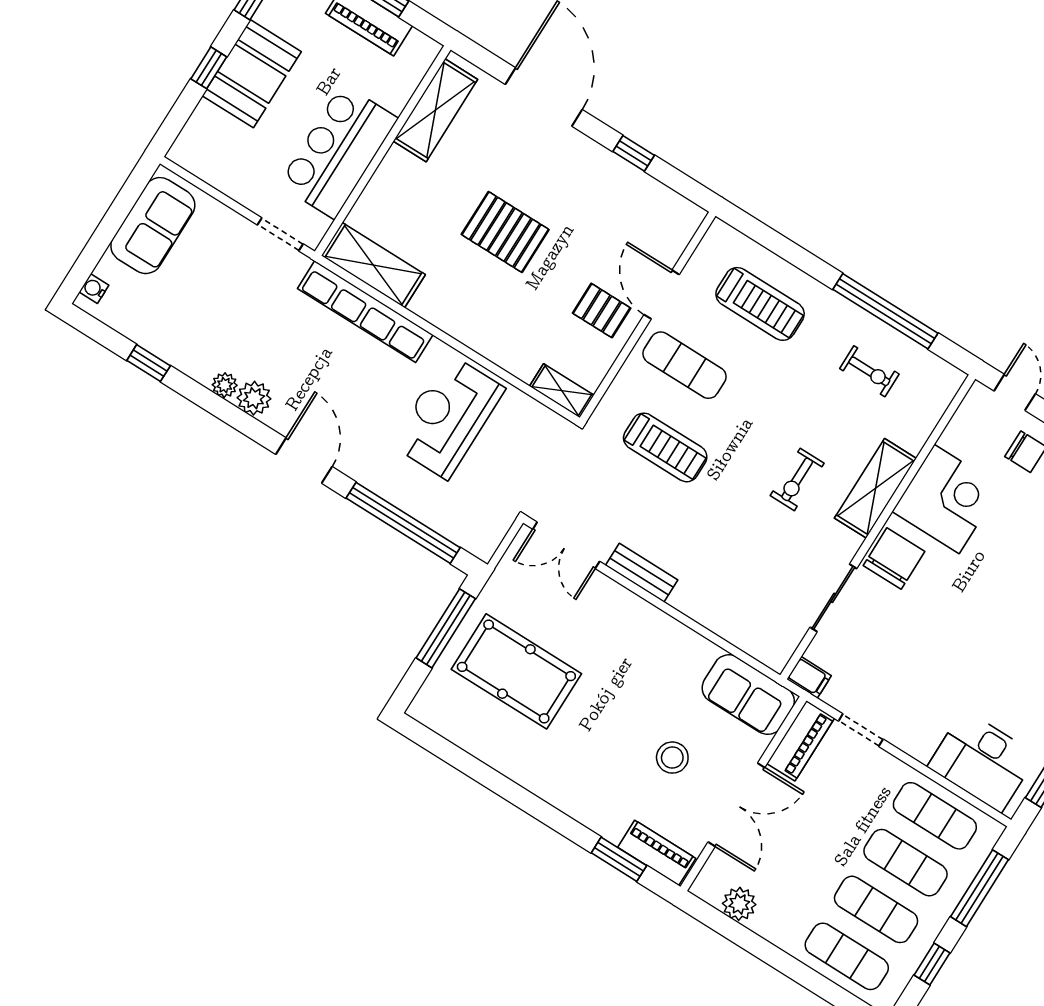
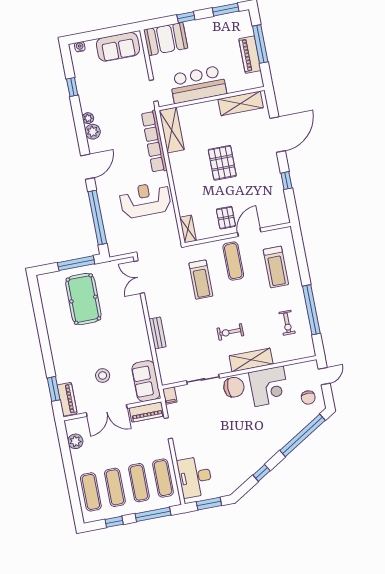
booth: (252, 74) -> (166, 39), moved
bench: (642, 573) -> (158, 333), moved

